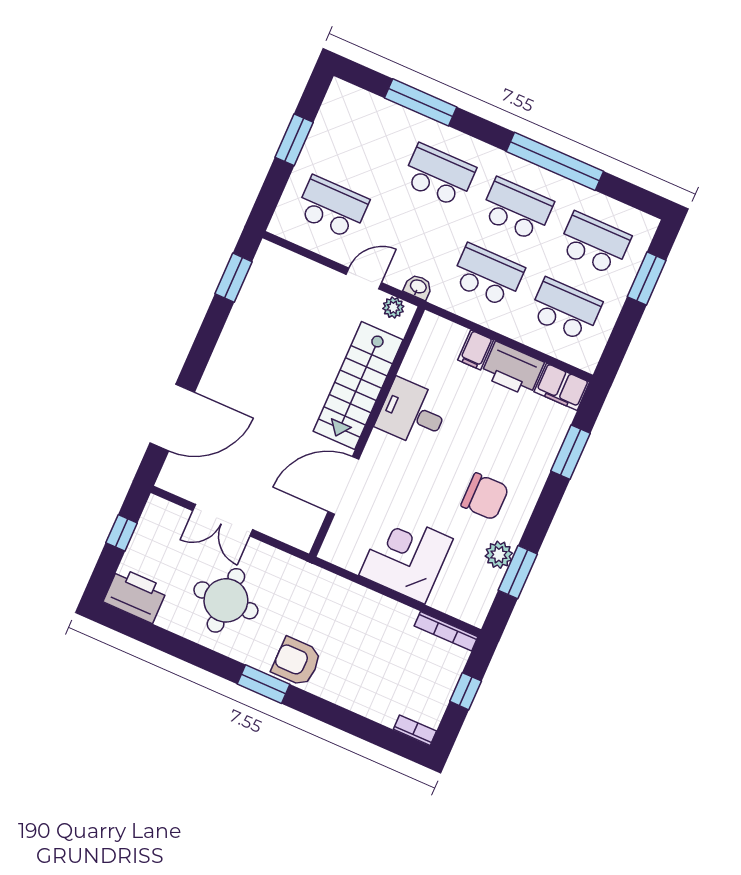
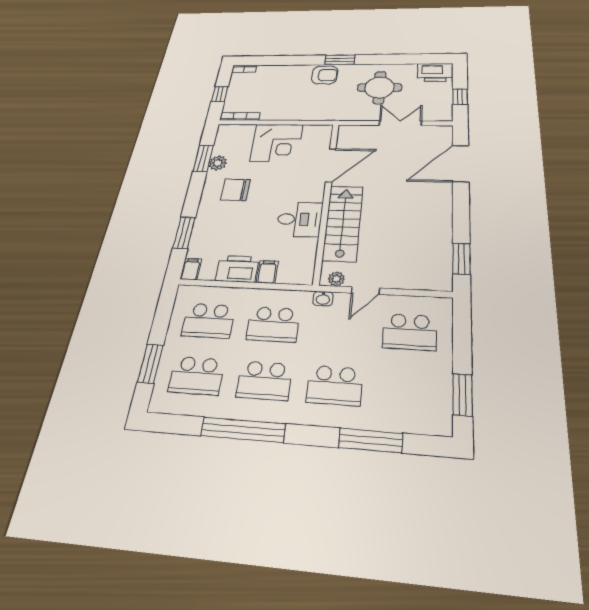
window: (294, 140) -> (463, 395), moved
filing cabinet: (562, 387) -> (191, 269), width x0.50

